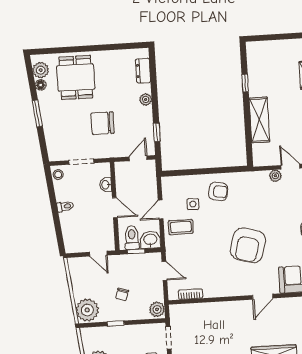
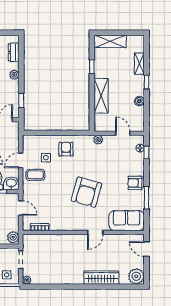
shelving: (267, 49) -> (110, 41), added
plant: (275, 176) -> (98, 140), moved
armchair: (218, 191) -> (66, 149), turned -101

